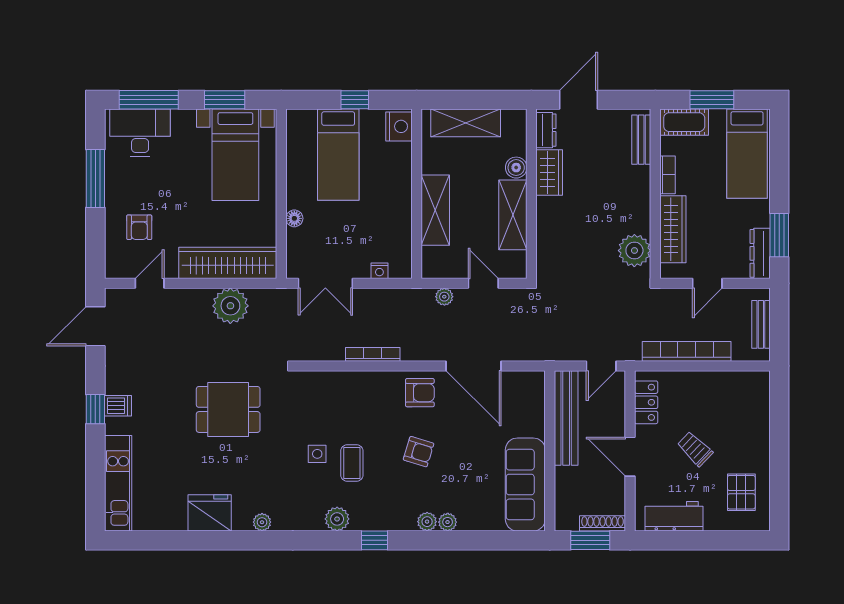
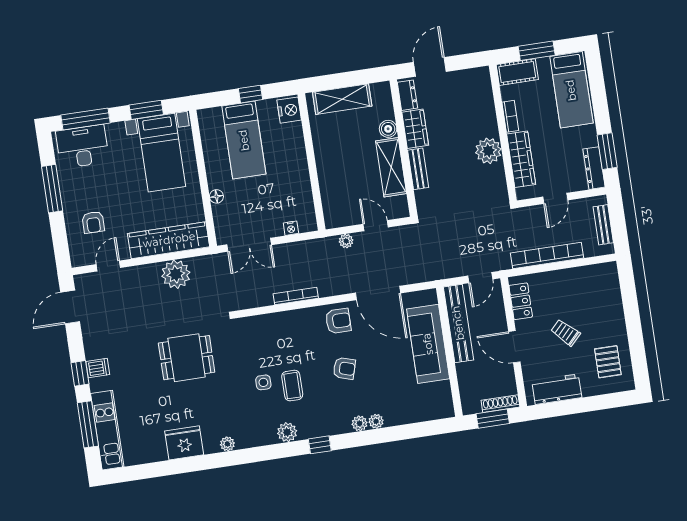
bench: (641, 140) -> (418, 169), moved
shelving: (435, 210) -> (328, 173), removed
plant: (634, 251) -> (488, 151), moved
window: (95, 473) -> (88, 424), added
sofa: (525, 485) -> (428, 344), moved

